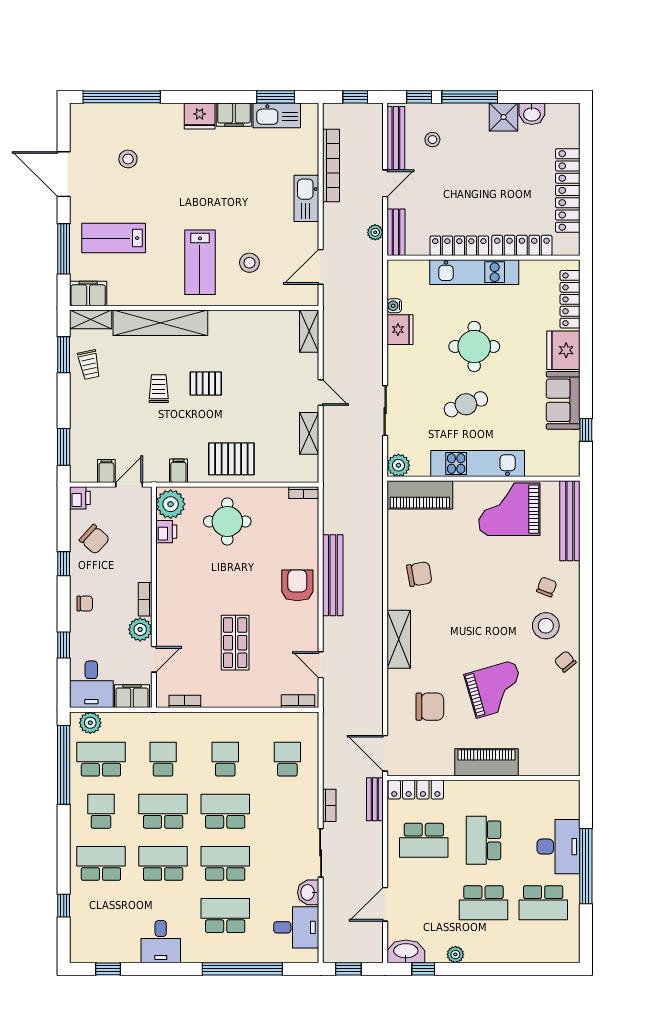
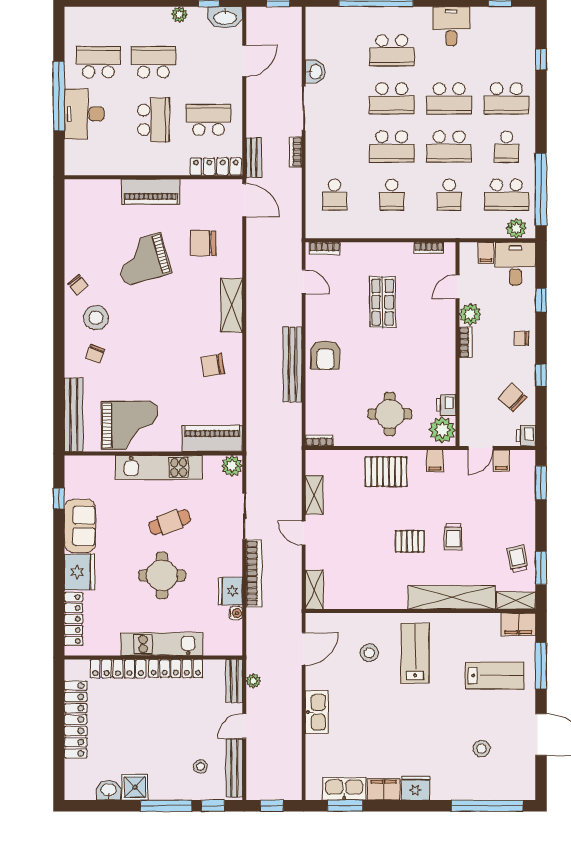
bookcase: (331, 166) -> (254, 573), moved, turned 180
filing cabinet: (132, 696) -> (486, 253), width x0.50
desk: (296, 927) -> (326, 39), removed

